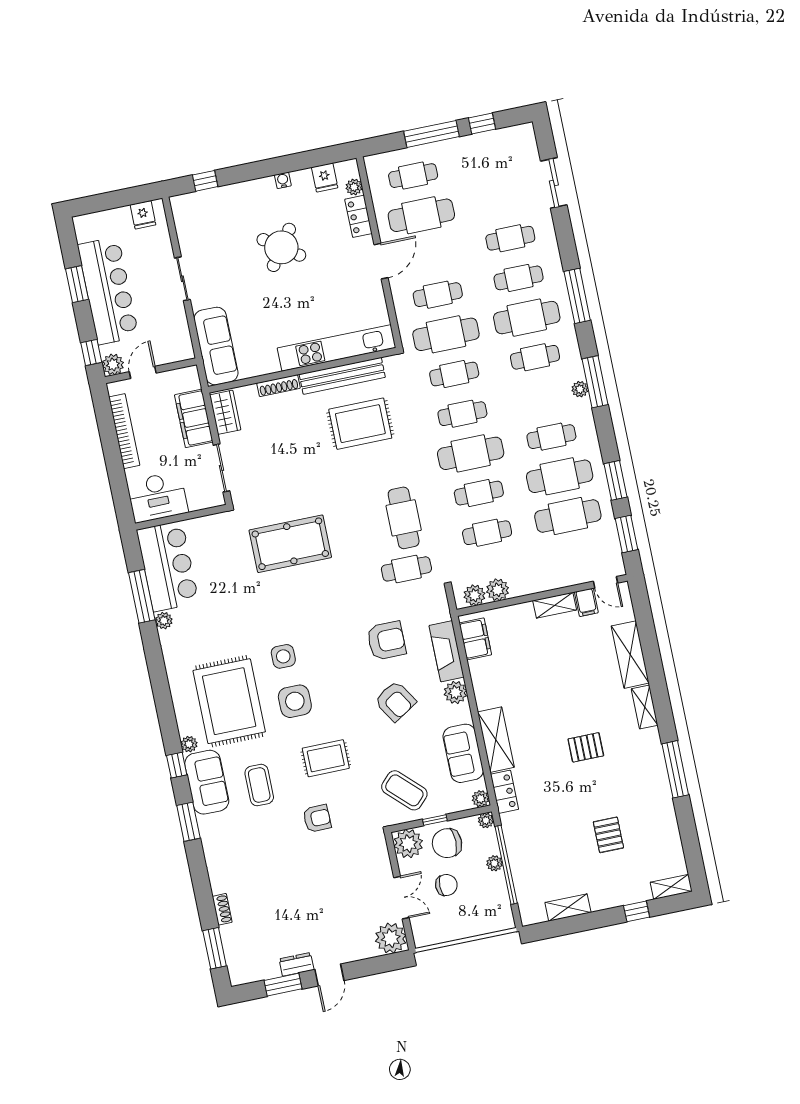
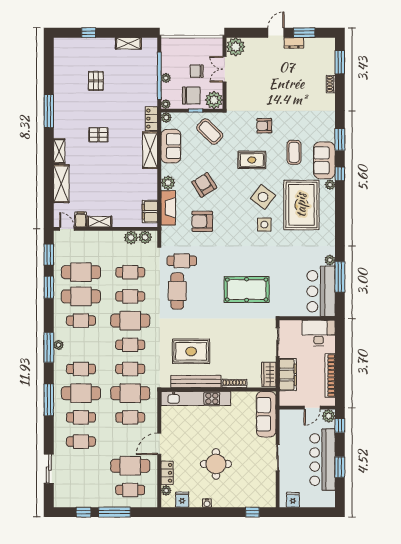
round table: (281, 247) -> (216, 464), turned -35
side table: (295, 701) -> (263, 197), turned 37
shelving: (671, 887) -> (65, 43), removed

